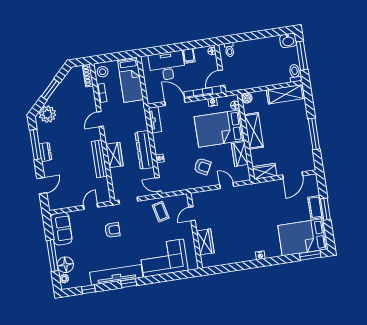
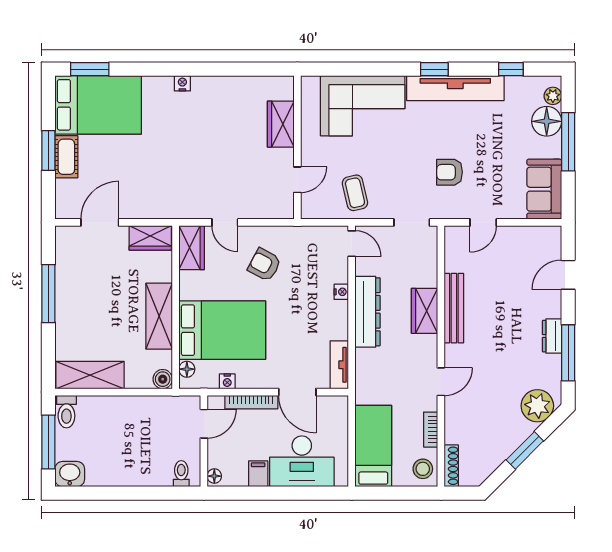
wardrobe: (240, 154) -> (192, 248), moved

